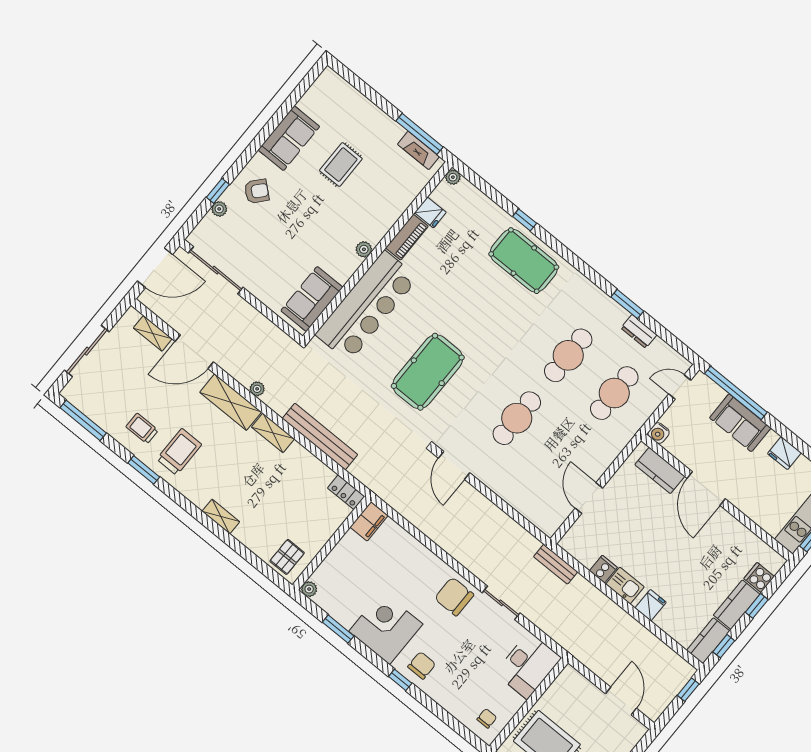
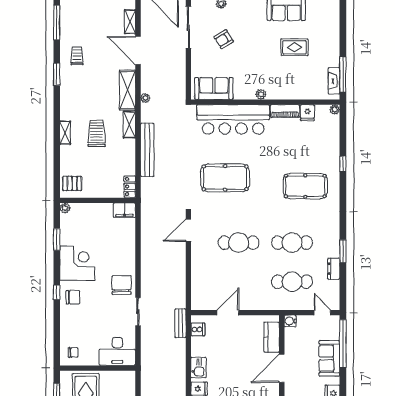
armchair: (257, 191) -> (224, 39), moved, turned 107
pool table: (524, 261) -> (305, 186), moved, turned 90
trolley: (179, 452) -> (97, 133), moved, turned -90
cooker: (603, 569) -> (198, 329), moved

